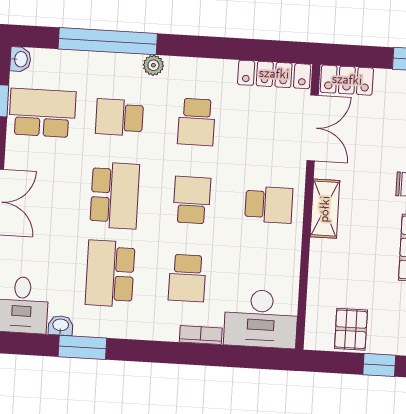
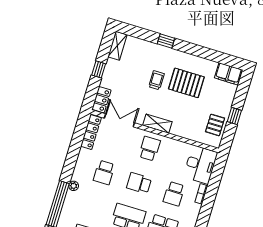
school desk: (119, 117) -> (94, 207), removed
school desk: (196, 122) -> (104, 173), turned 90
school desk: (187, 278) -> (174, 194), turned 90
pallet: (351, 329) -> (215, 125), turned 90

